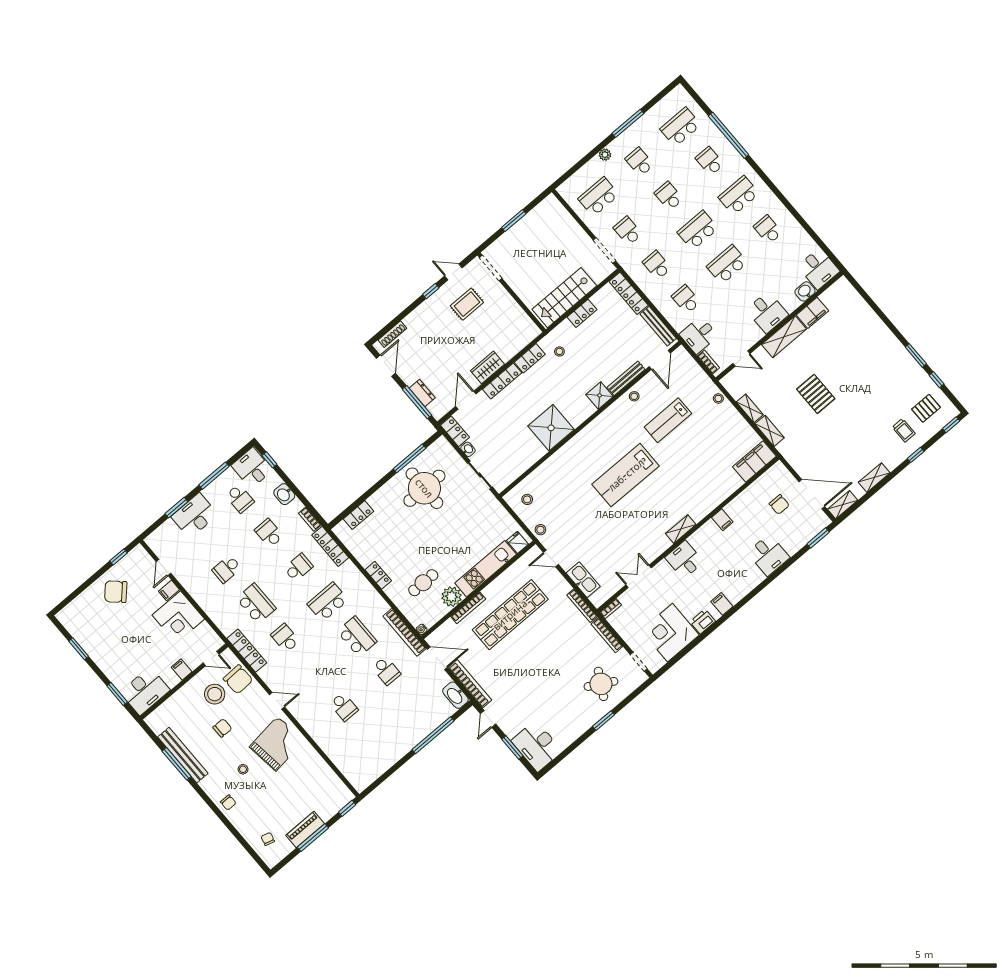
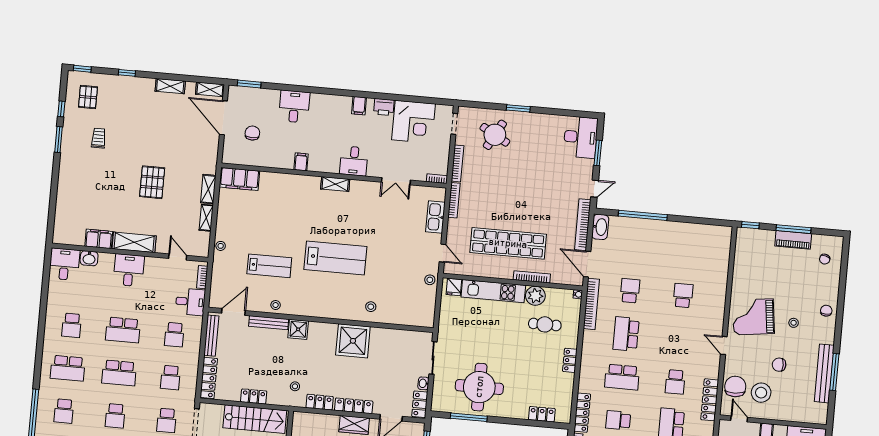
pallet: (926, 408) -> (88, 97), turned 90
trolley: (904, 430) -> (99, 138), moved
stool: (527, 499) -> (371, 307), moved

